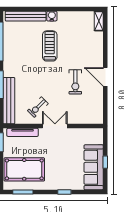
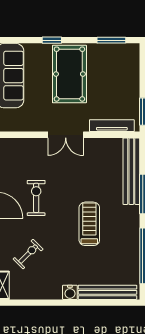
treadmill: (50, 46) -> (89, 224), moved, turned 180
exercise bike: (38, 107) -> (28, 254), moved
pool table: (24, 169) -> (69, 74), moved, turned 90

